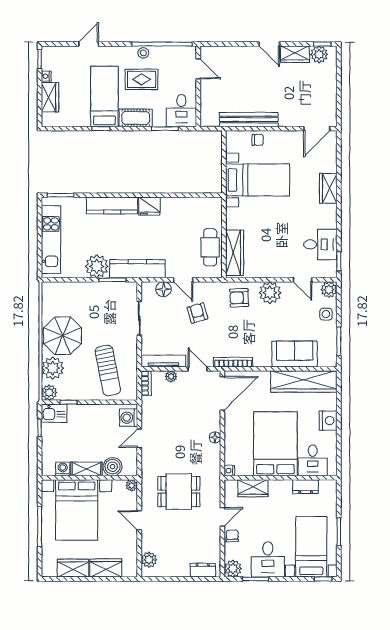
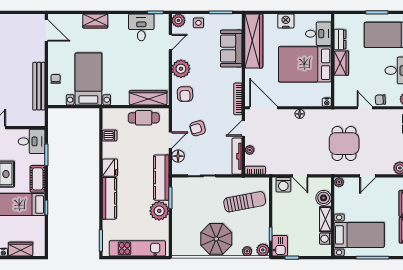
dishwasher: (188, 206) -> (110, 136), added
plant: (53, 368) -> (247, 251), width x0.53, depth x0.53
wardrobe: (253, 488) -> (341, 63), moved
bed with nightstands: (77, 510) -> (359, 235), width x0.73

